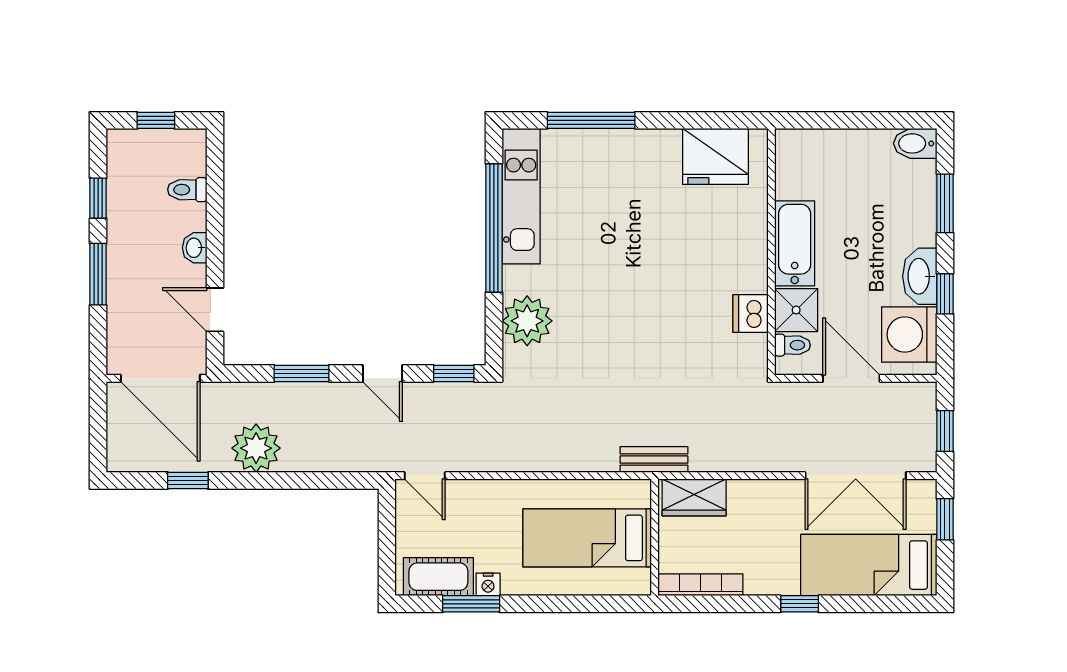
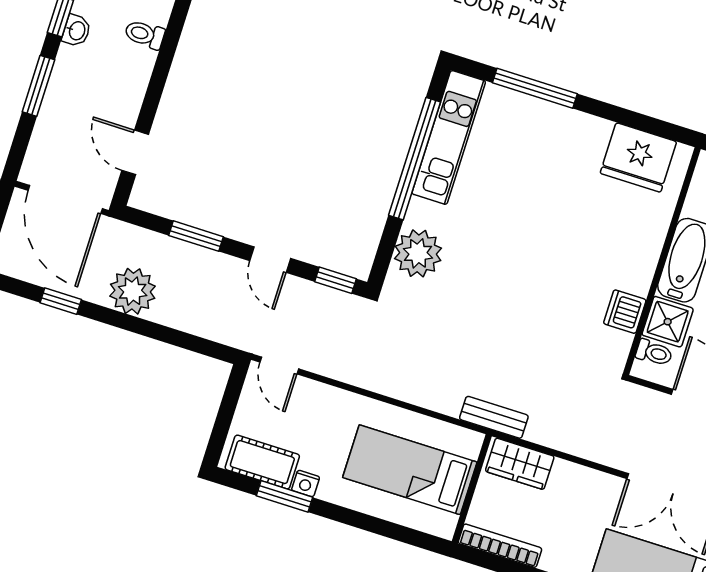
washbasin: (195, 248) -> (76, 31), moved, turned 180

